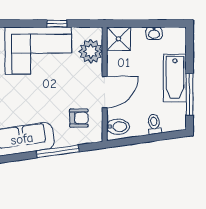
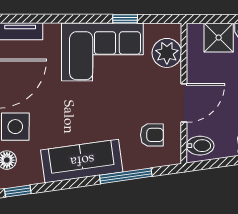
shower: (119, 39) -> (219, 38), moved

